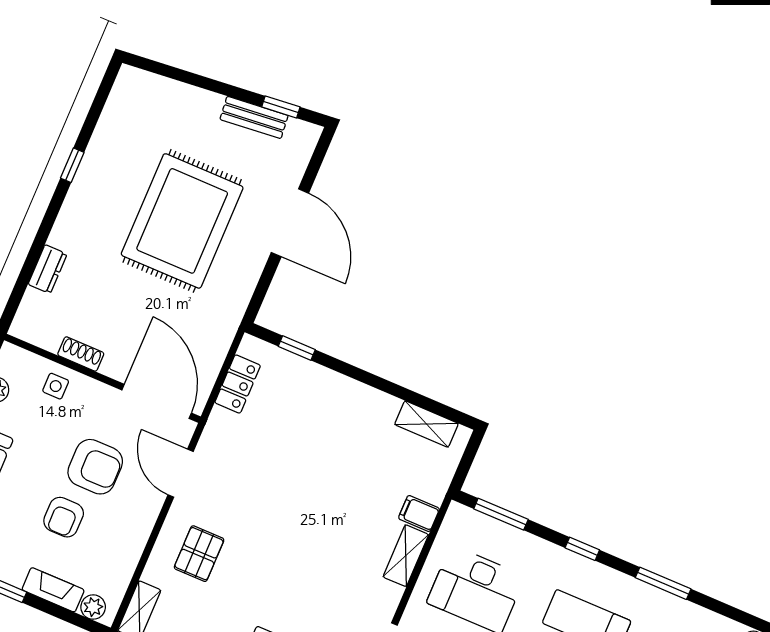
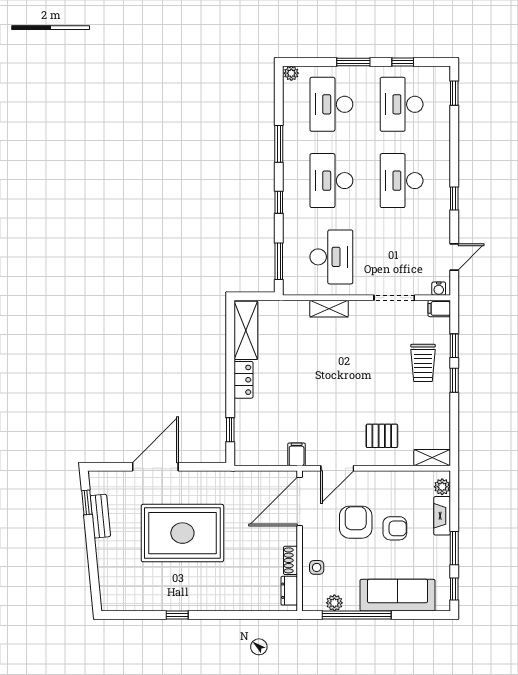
dresser: (48, 269) -> (289, 591), moved, turned -90
locker: (238, 384) -> (244, 380), moved, turned 90
shelving: (426, 424) -> (246, 330), width x1.50, depth x1.33
filing cabinet: (419, 513) -> (297, 454), moved, turned 180

